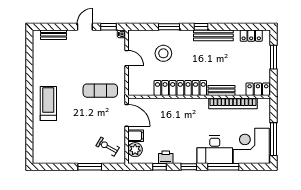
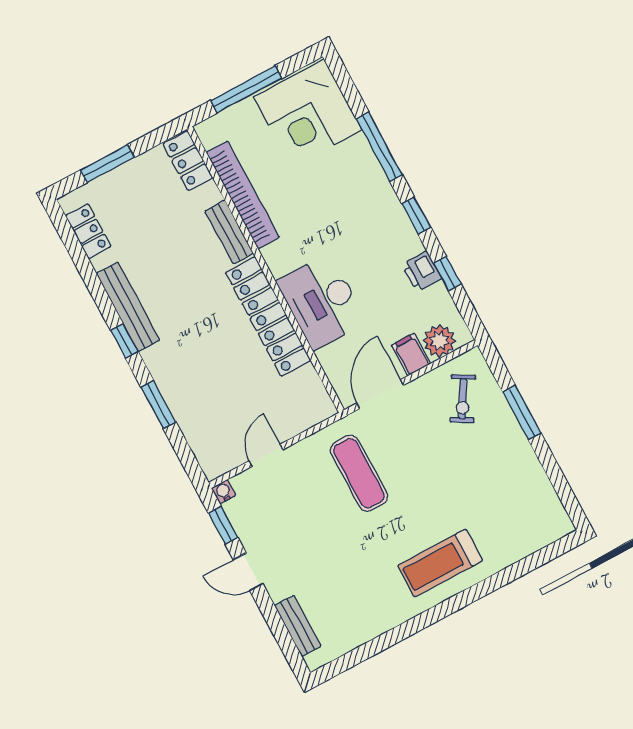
stool: (163, 53) -> (217, 387), removed
window: (273, 139) -> (246, 89), moved
desk: (215, 150) -> (322, 302), moved, turned 180

